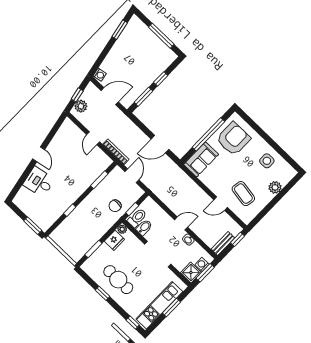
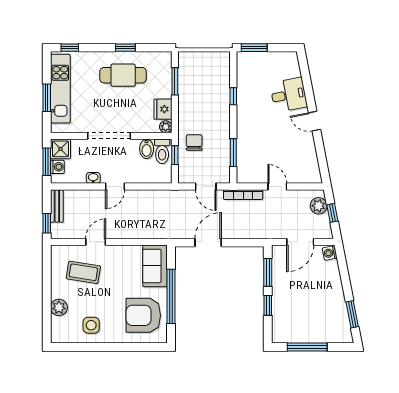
armchair: (233, 139) -> (143, 315), turned 90

